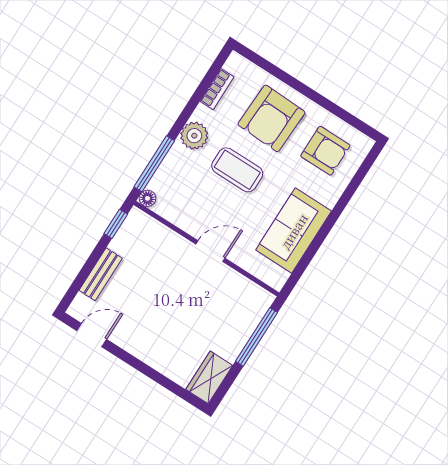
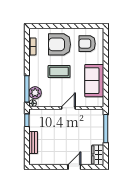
armchair: (271, 118) -> (60, 44), turned 88
plant: (194, 136) -> (35, 93), moved
armchair: (325, 151) -> (87, 44), turned 180
door: (92, 335) -> (74, 167), moved

